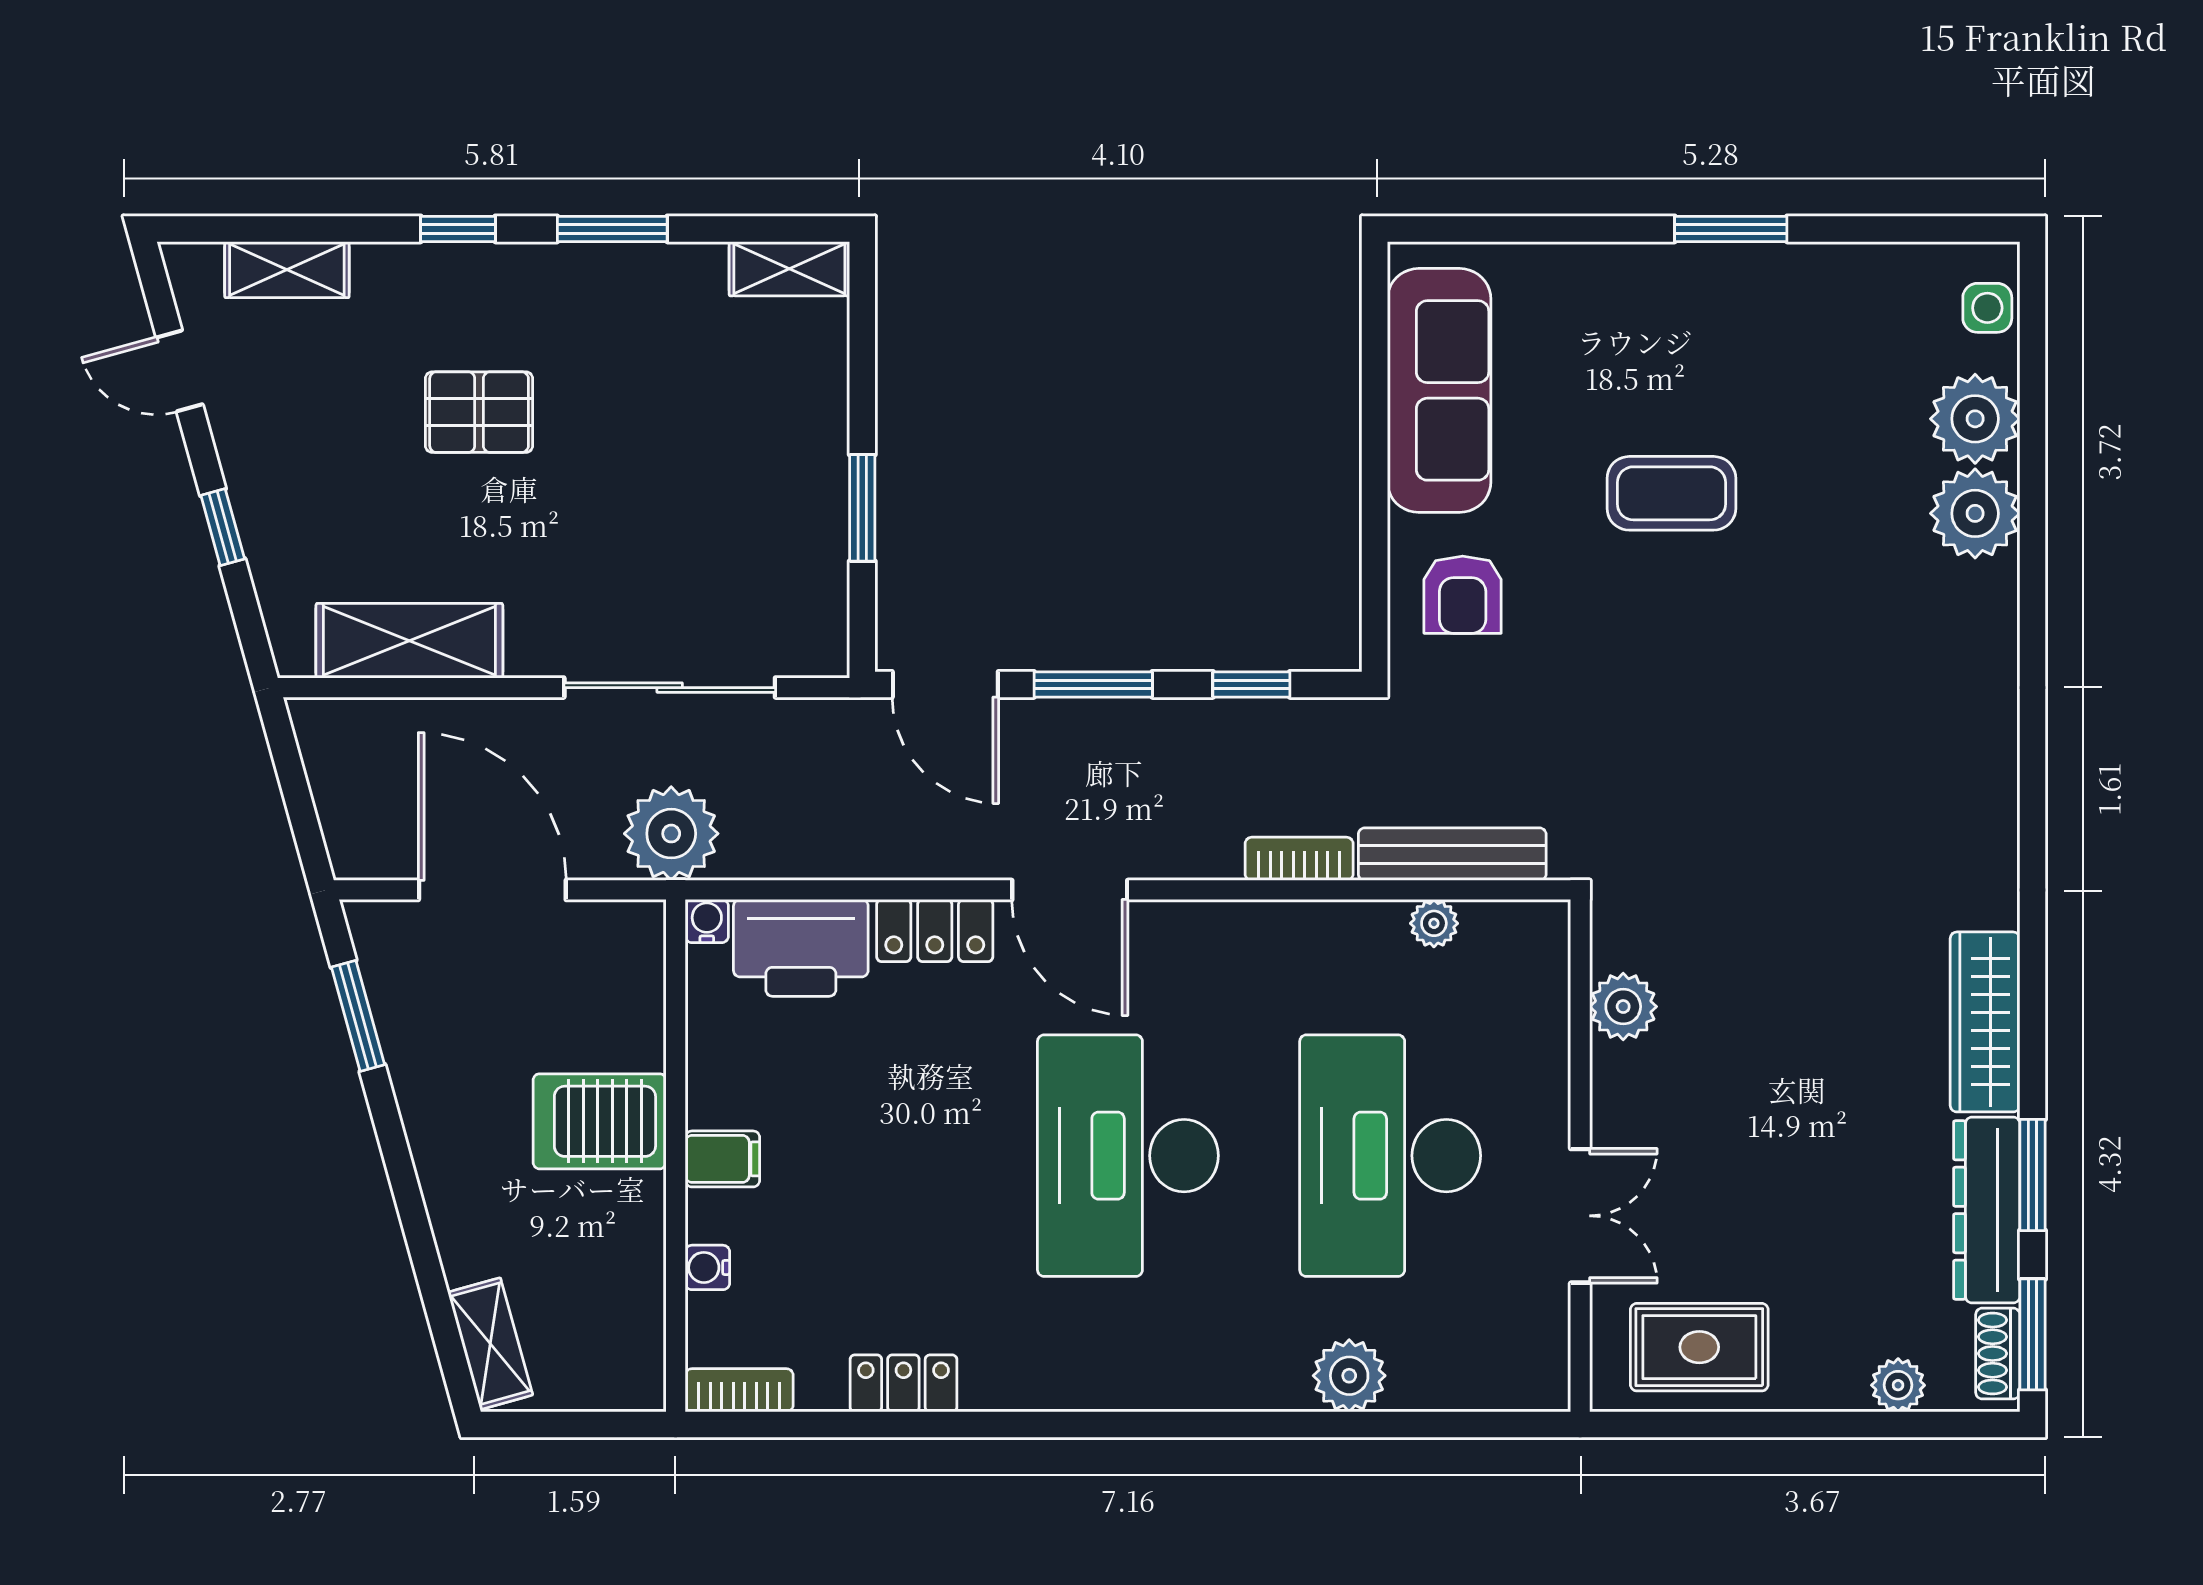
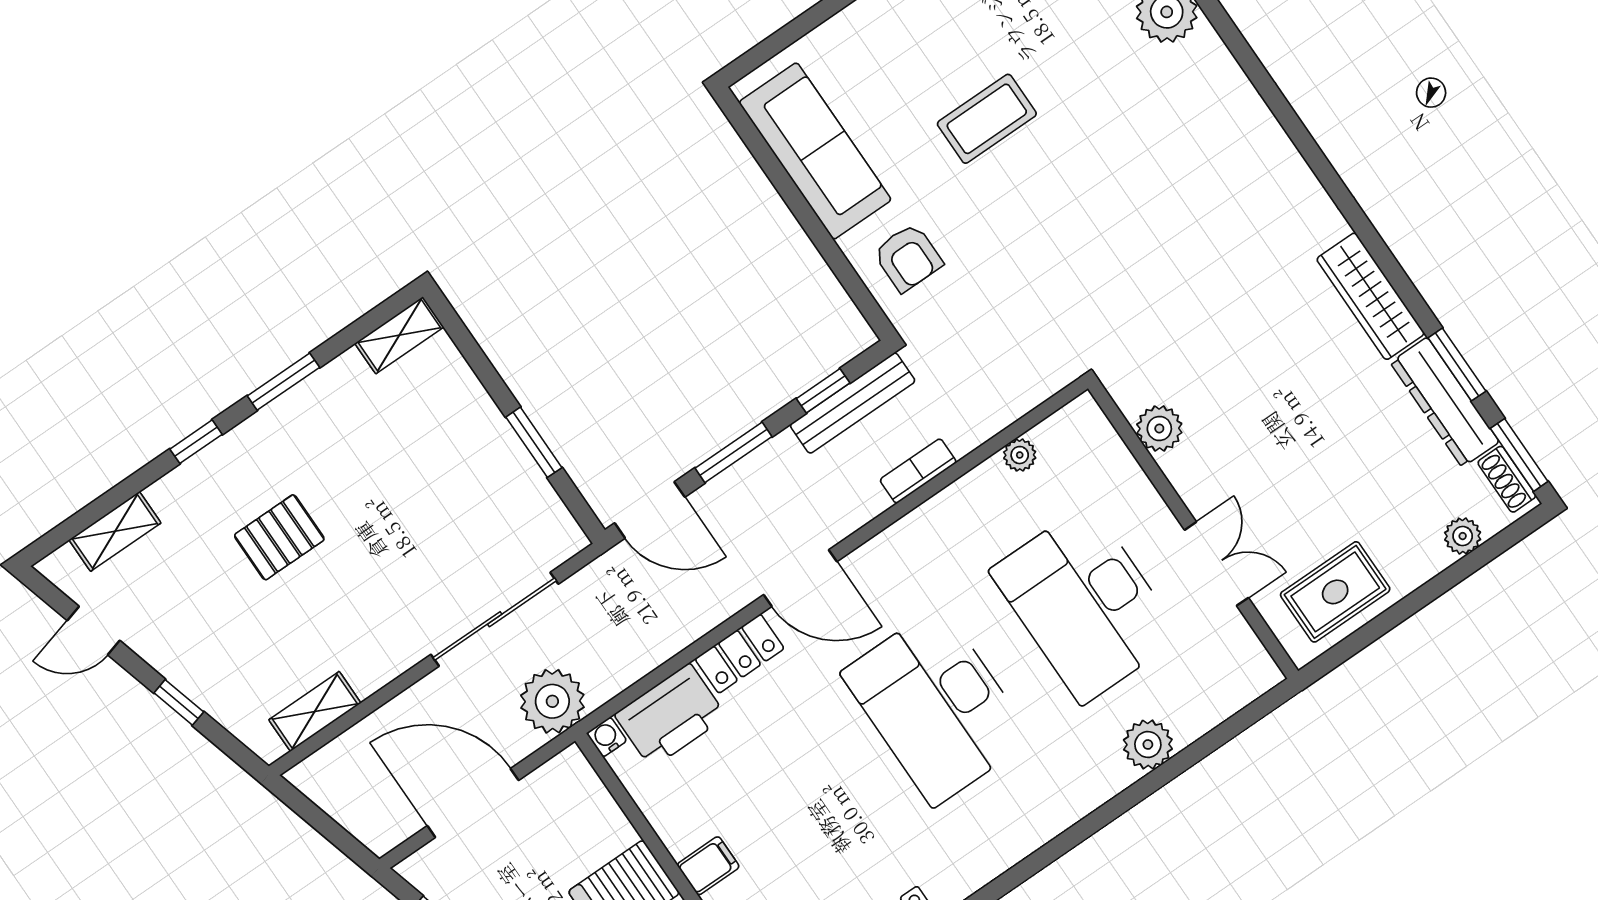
shelving: (409, 641) -> (315, 711), width x0.67, depth x0.75
bench: (1452, 854) -> (853, 403), moved

